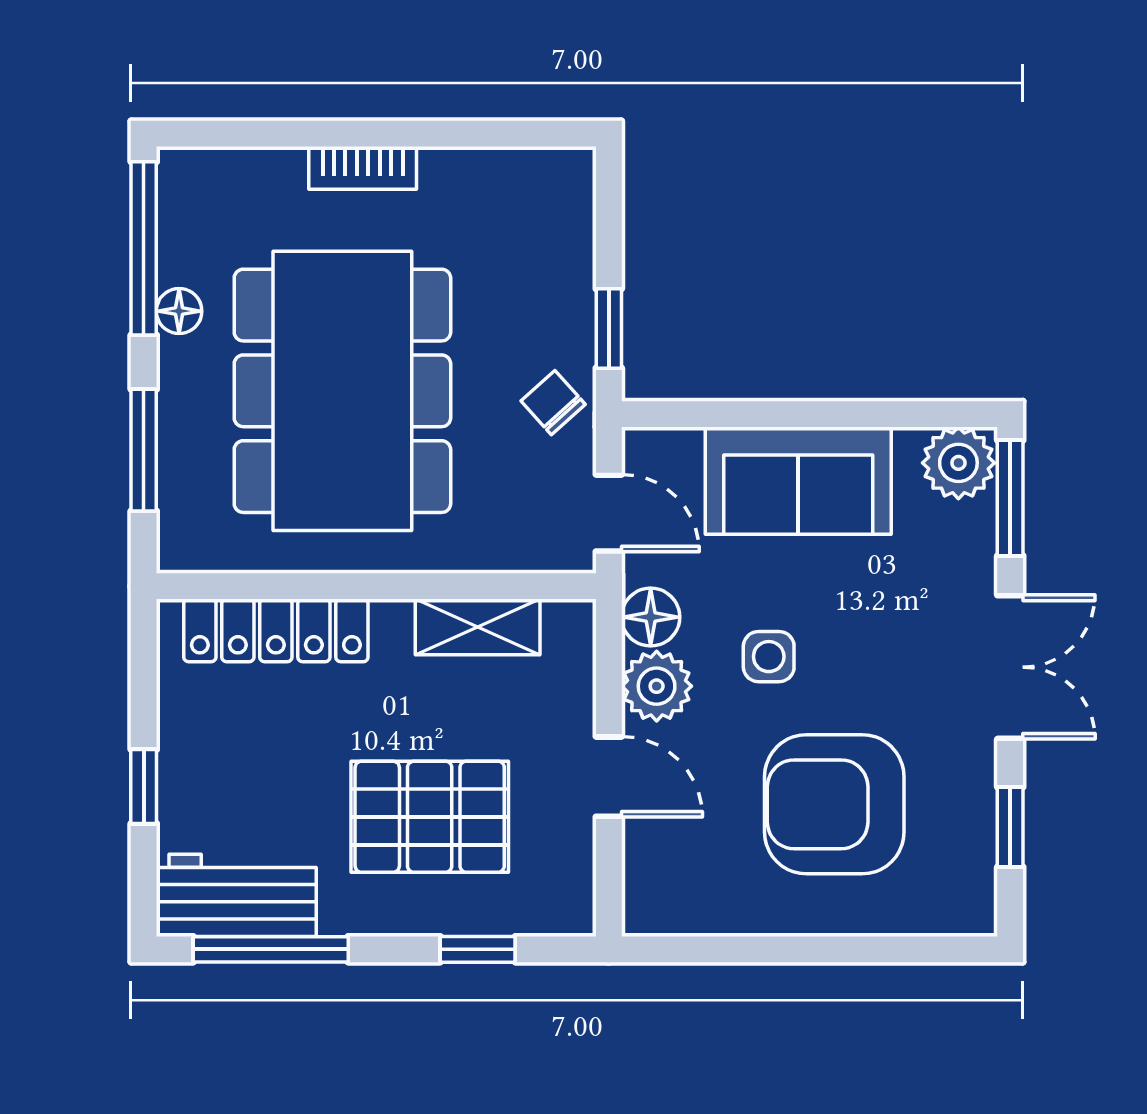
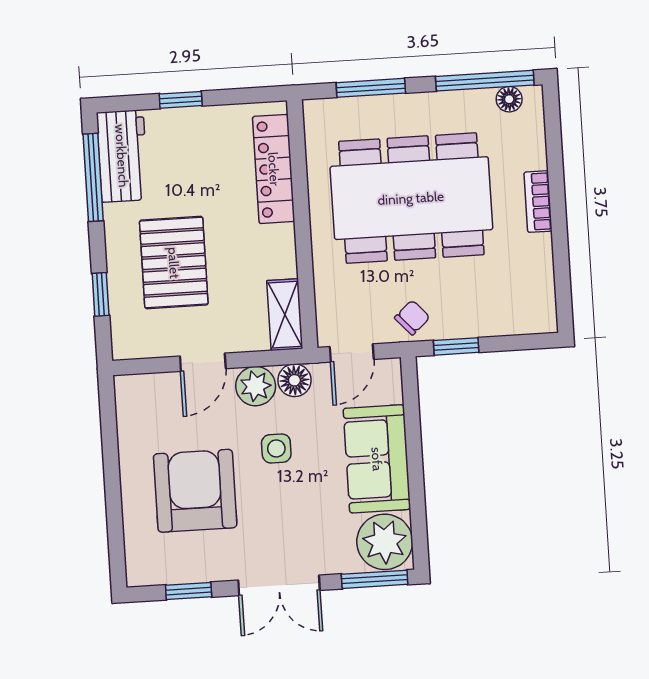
floor lamp: (179, 311) -> (509, 99), moved
plant: (958, 463) -> (385, 542), width x1.36, depth x1.36
shelving: (478, 627) -> (285, 315), moved

